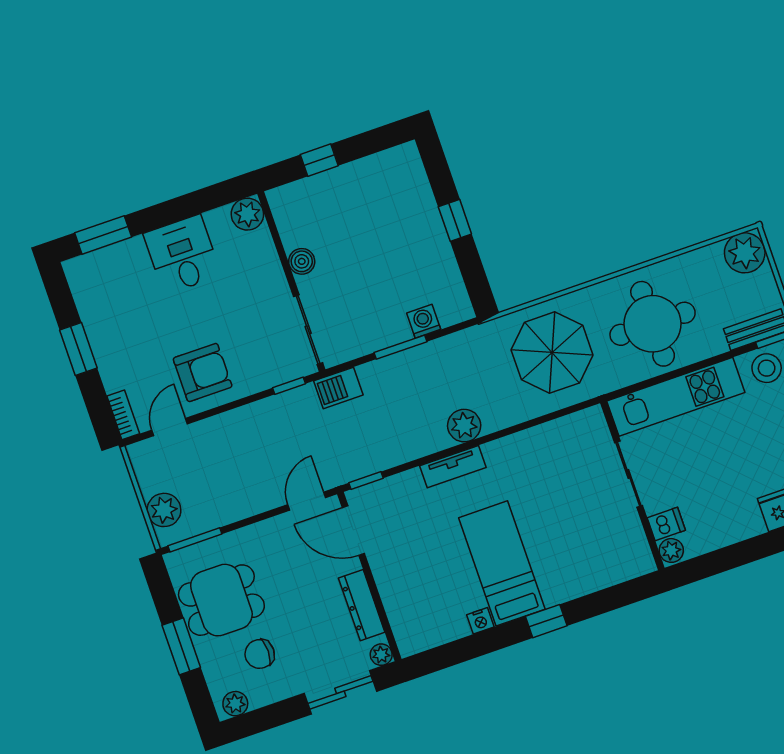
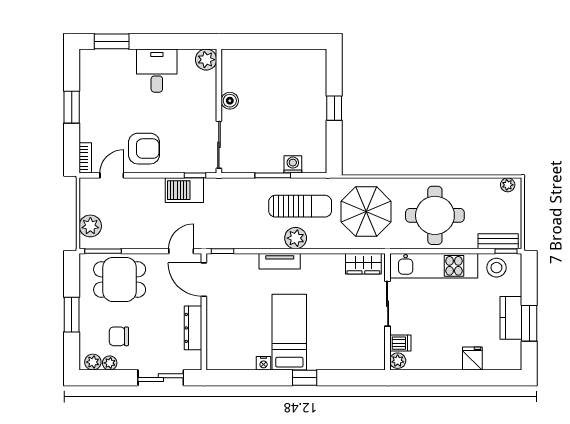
window: (319, 160) -> (263, 41), removed
plant: (745, 253) -> (508, 185), width x0.53, depth x0.53
sun lounger: (455, 378) -> (300, 206), added
barbecue: (338, 388) -> (184, 190), moved, width x1.38, depth x1.27
wardrobe: (574, 429) -> (363, 264), added
dining table: (221, 600) -> (120, 279), moved
plant: (381, 655) -> (110, 363), moved

